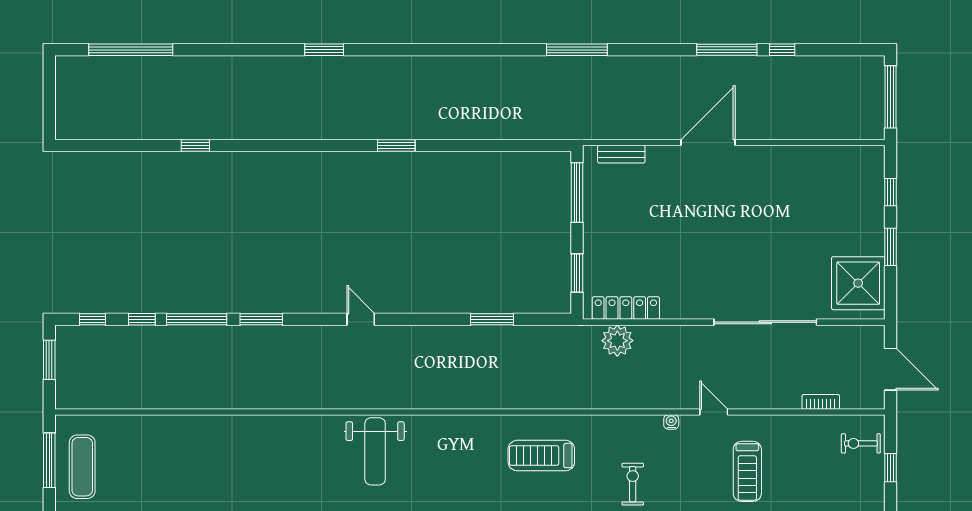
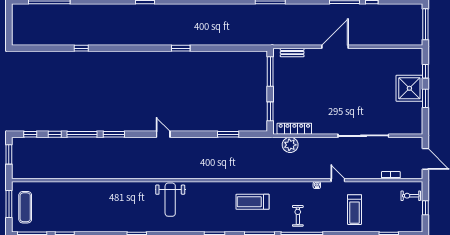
shower: (858, 283) -> (409, 88), moved

